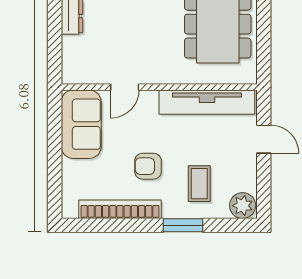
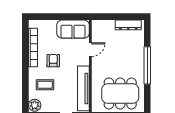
door: (125, 87) -> (90, 50), swing flipped
window: (183, 225) -> (25, 77), removed

